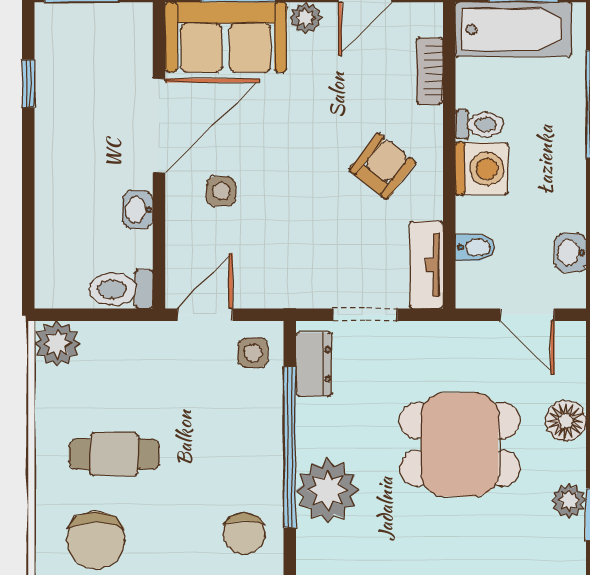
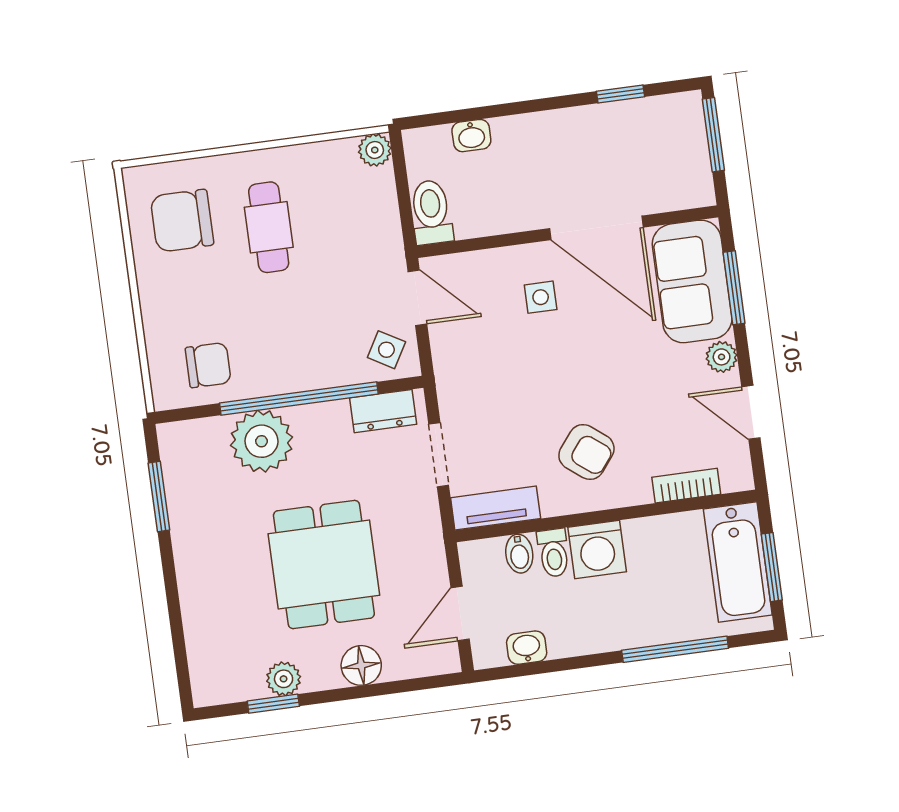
toilet: (479, 124) -> (554, 553), moved
washbasin: (138, 210) -> (471, 136), moved, turned 180
plant: (57, 344) -> (375, 150), width x0.73, depth x0.73
side table: (253, 353) -> (386, 350), turned 30
chair: (244, 534) -> (208, 365), turned 180

